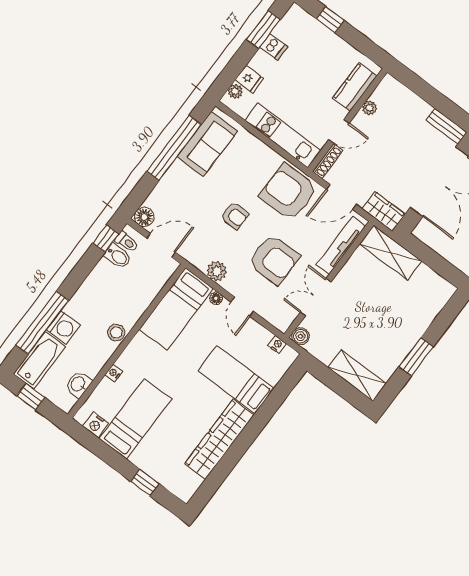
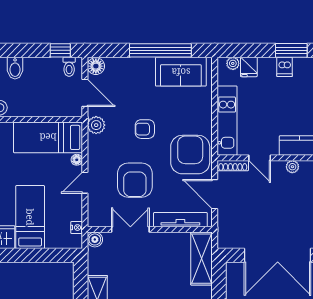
wardrobe: (384, 212) -> (227, 232), removed
armchair: (235, 216) -> (145, 129), turned 90
bidet: (118, 256) -> (15, 68), moved
plant: (217, 271) -> (96, 125), moved

